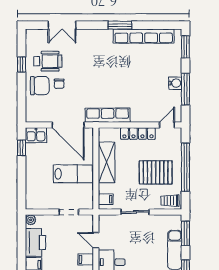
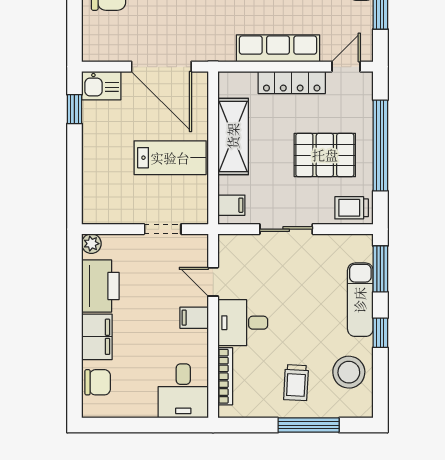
row of seats: (108, 115) -> (278, 48), moved

